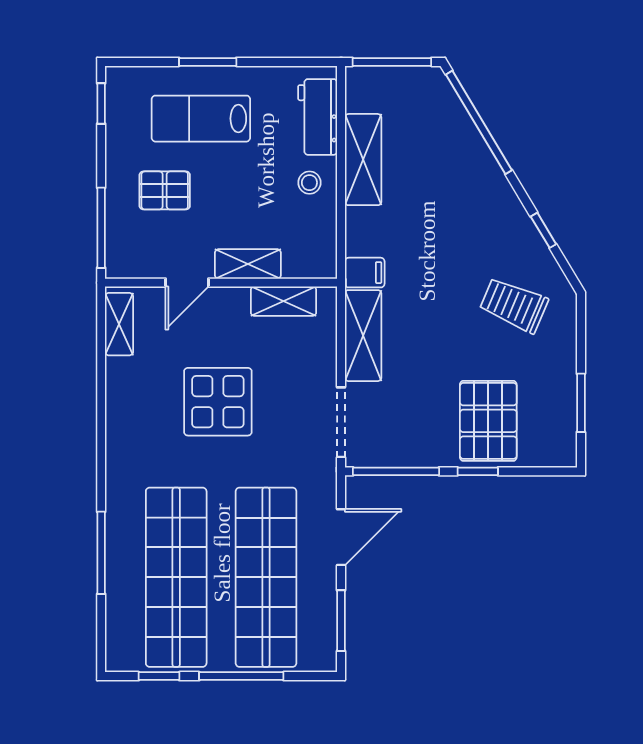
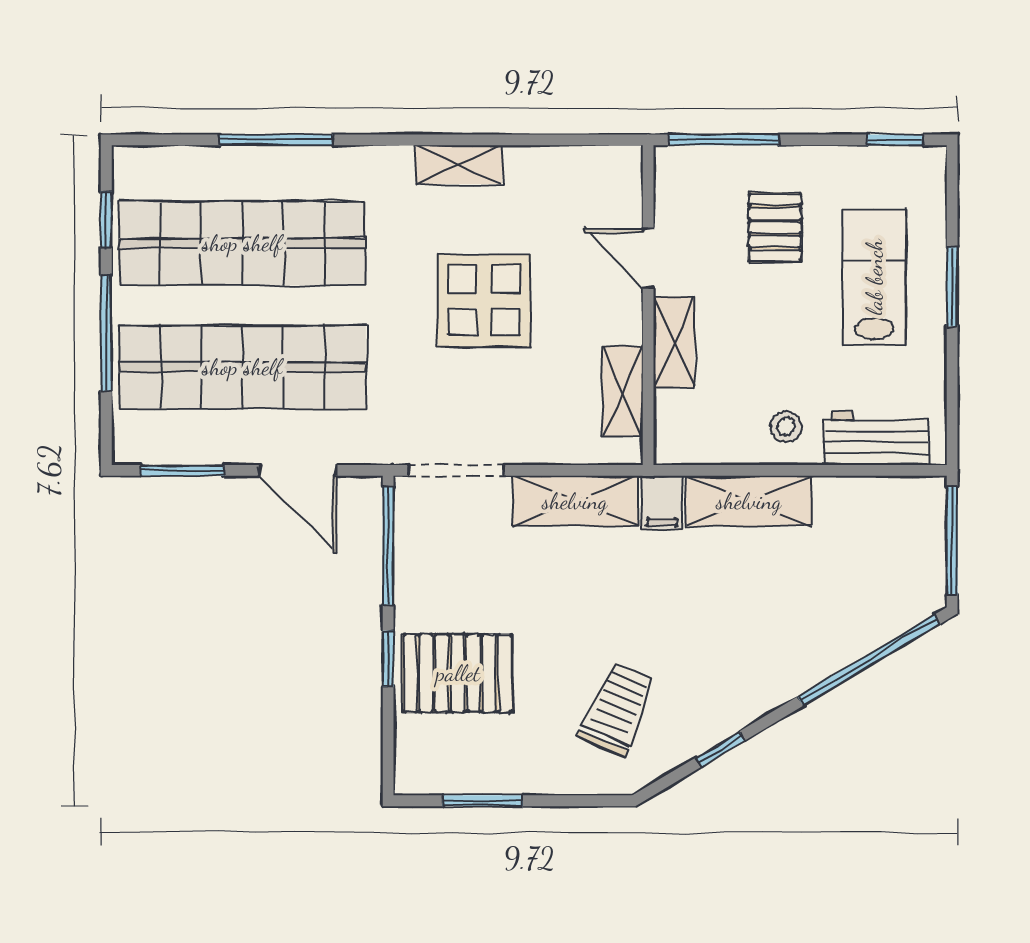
shelving: (363, 160) -> (749, 501), moved
shelving: (119, 324) -> (459, 165), moved

